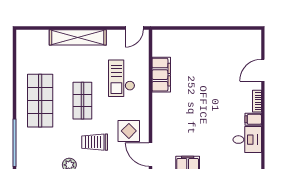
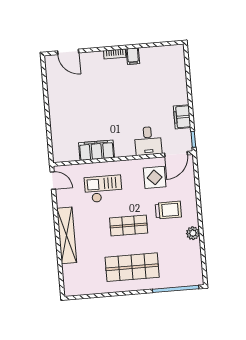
door: (263, 70) -> (68, 52), moved
checkout: (122, 78) -> (103, 189), turned 180
desk: (247, 140) -> (148, 141), moved, turned 180
trolley: (95, 142) -> (168, 210), turned -90

